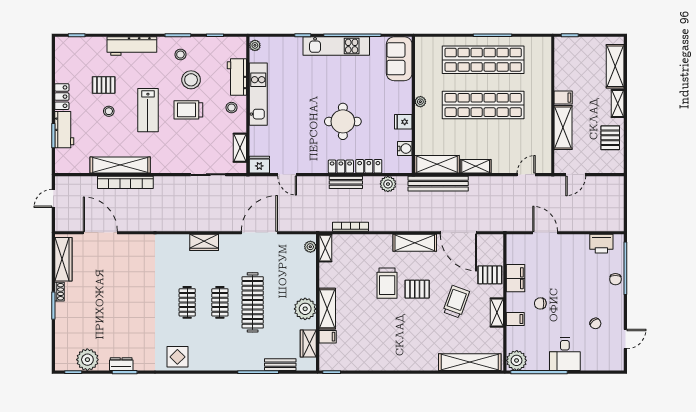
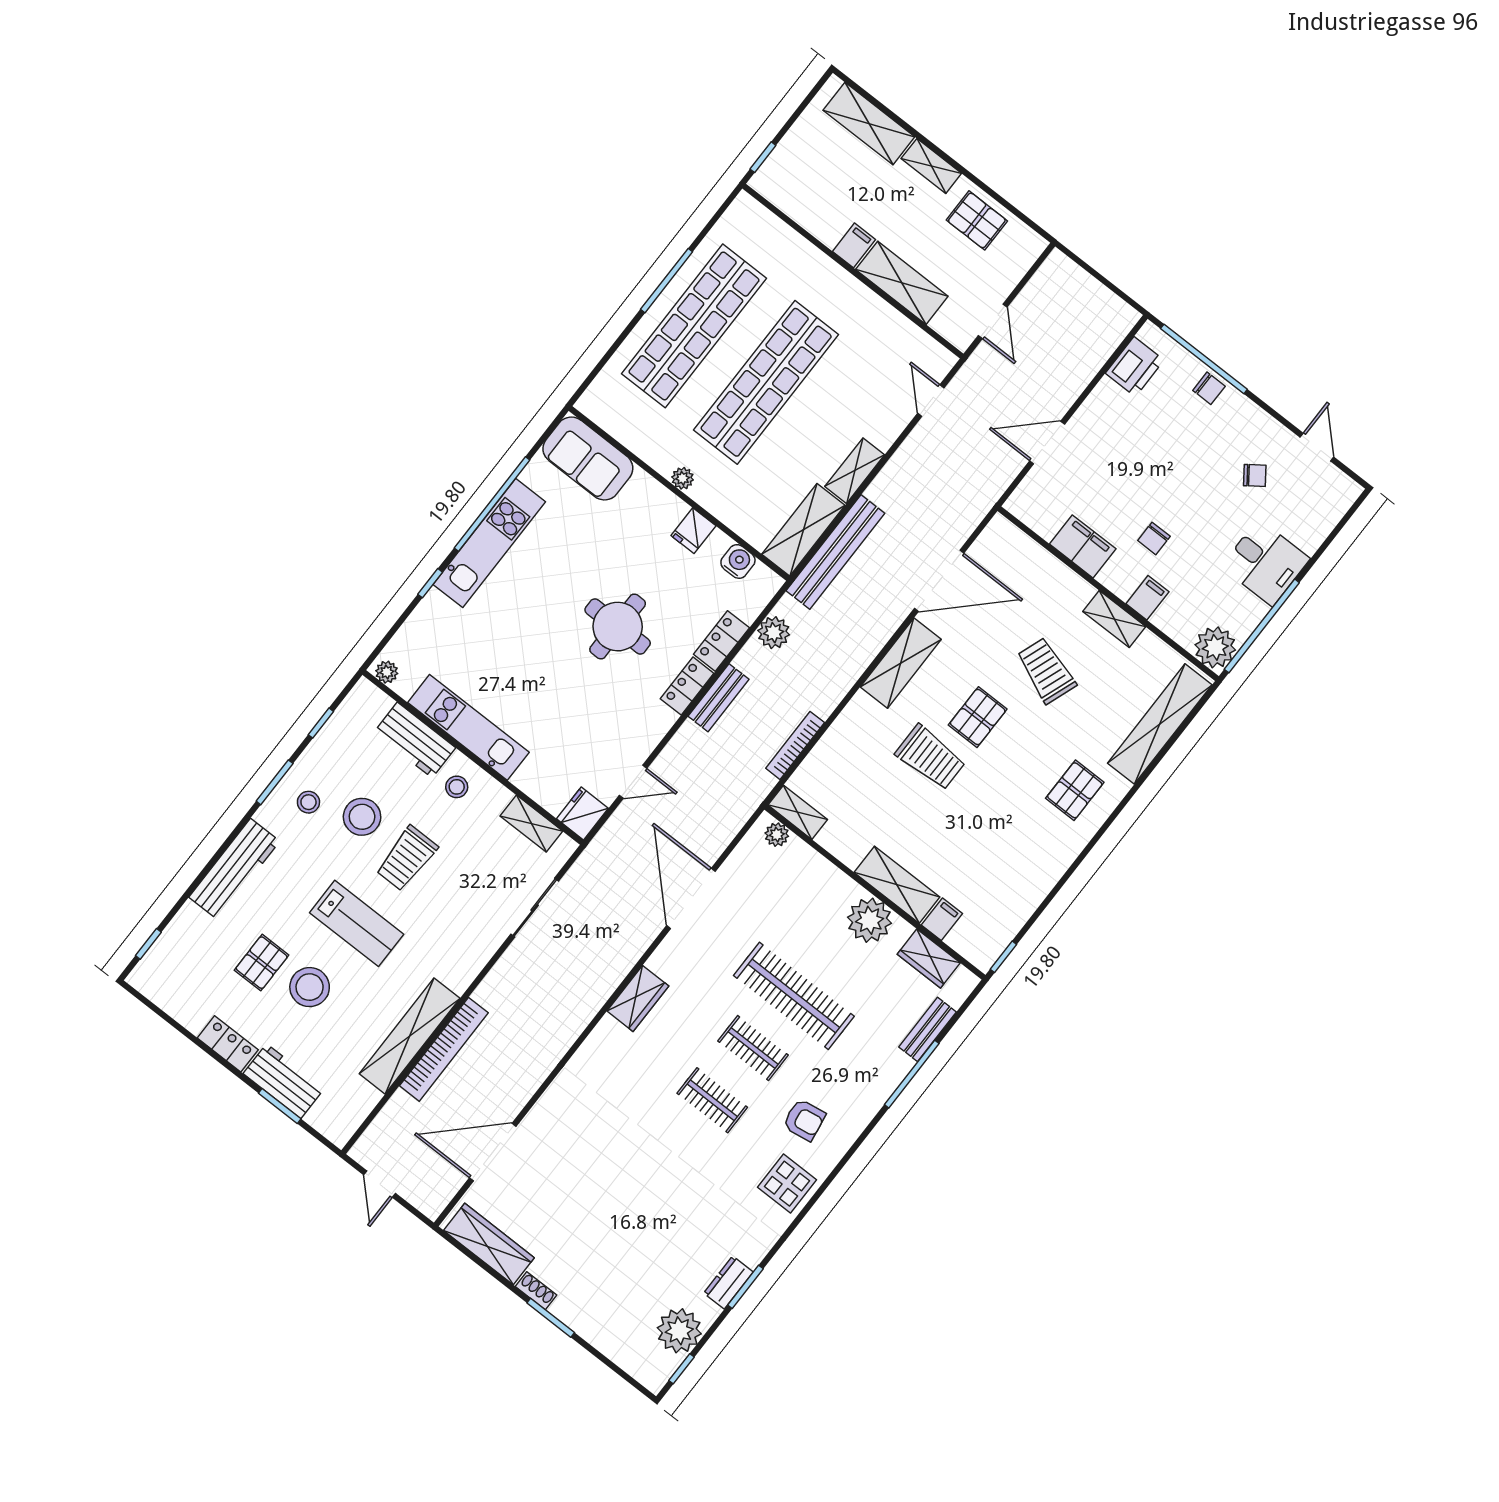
stool: (109, 111) -> (310, 987), width x1.89, depth x1.89
pallet: (490, 275) -> (1075, 790), moved
armchair: (208, 344) -> (804, 1120), added

